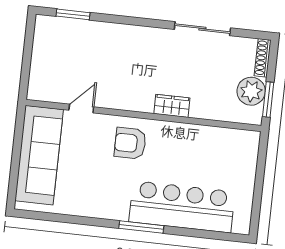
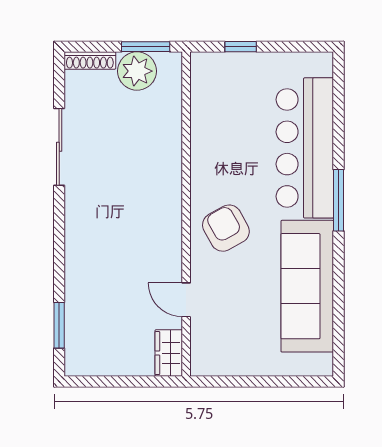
wardrobe: (172, 106) -> (169, 353), moved
armchair: (130, 143) -> (226, 228), turned 151
sofa: (39, 155) -> (307, 286), moved, turned -90
window: (261, 168) -> (241, 47), added

